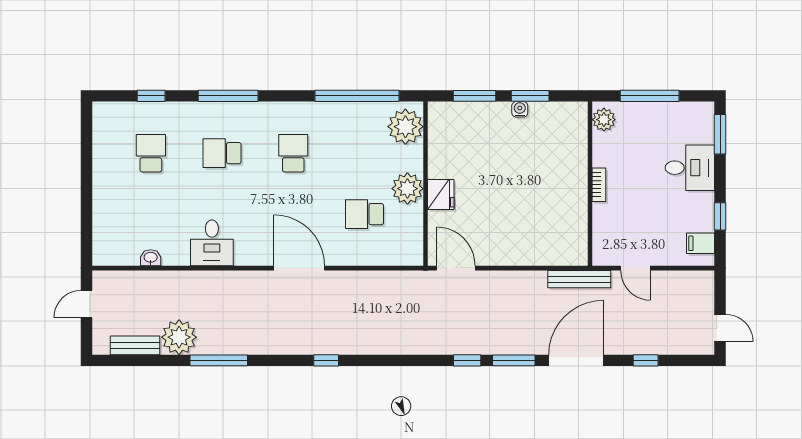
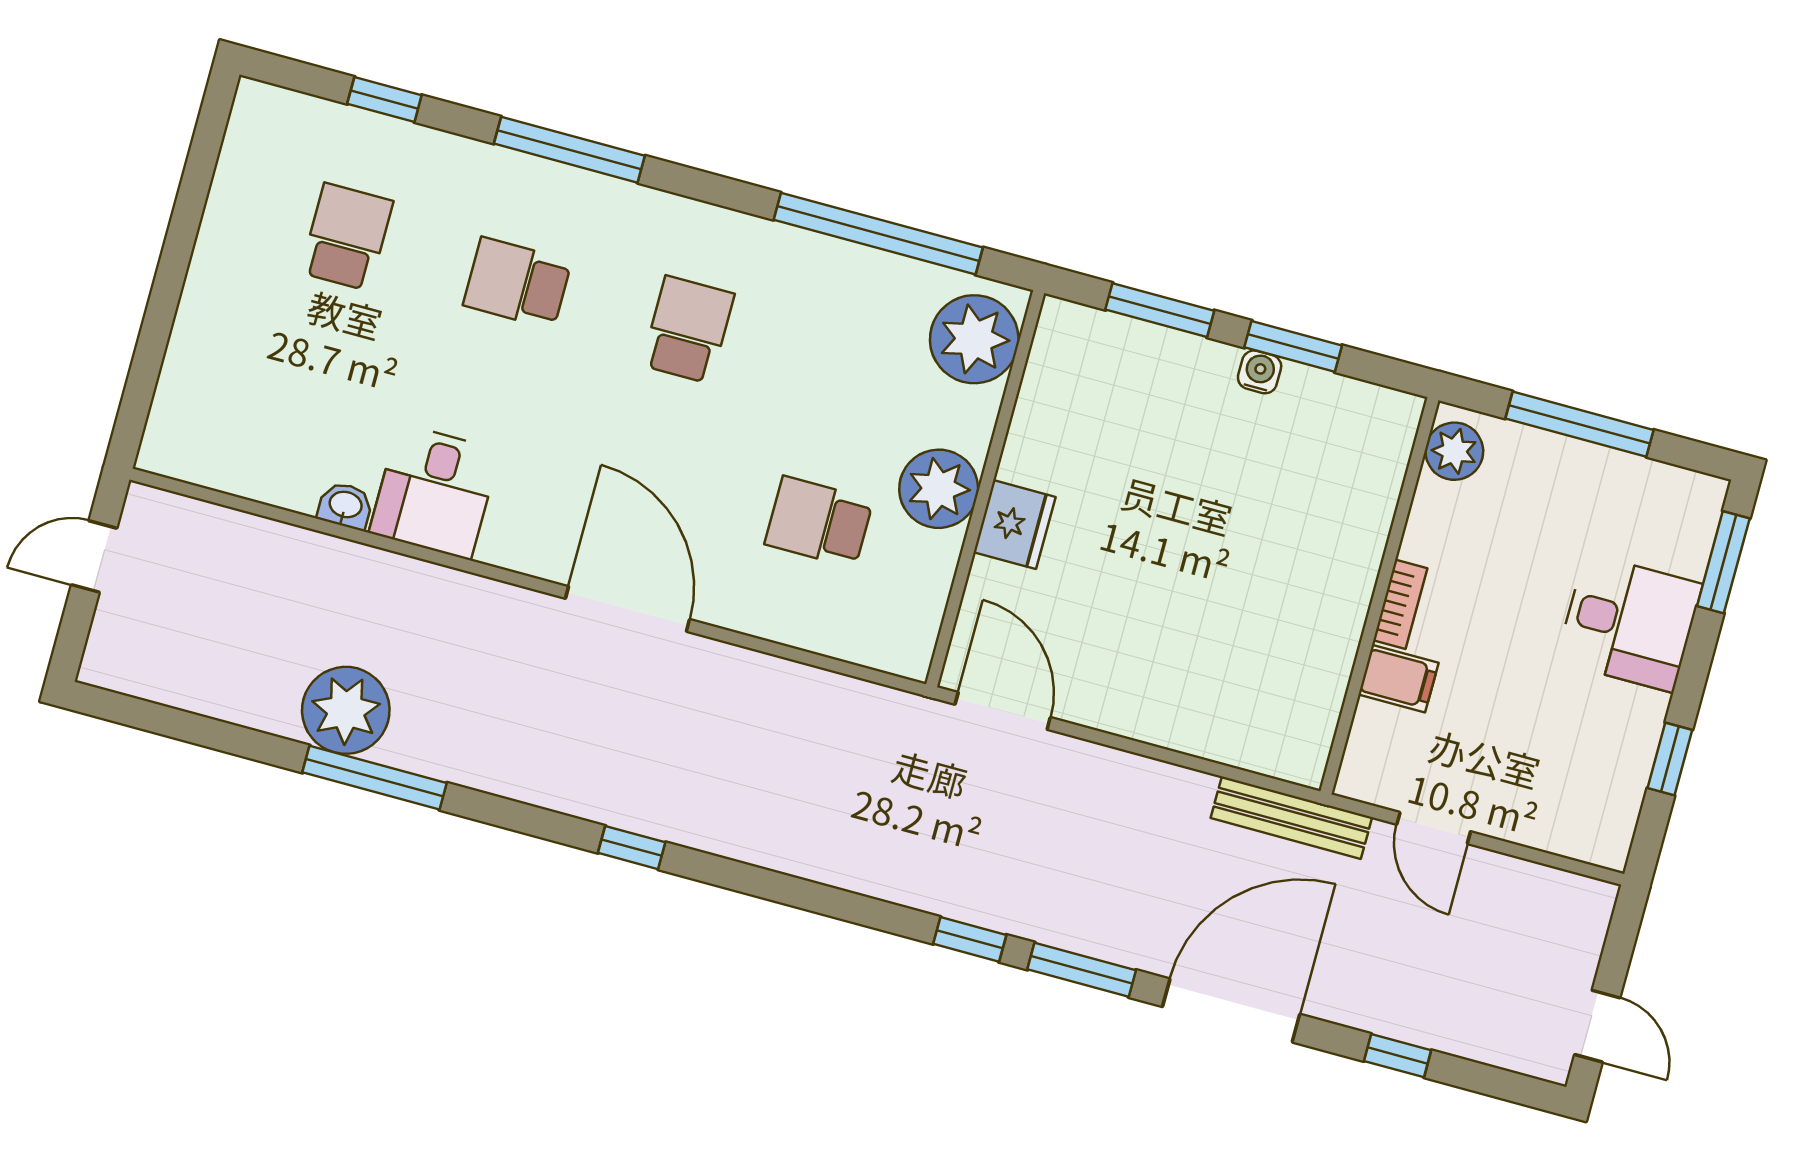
filing cabinet: (701, 243) -> (1398, 679), moved, turned 180
washbasin: (151, 258) -> (345, 506), moved
plant: (179, 337) -> (346, 710), moved
bench: (135, 345) -> (183, 687), removed

